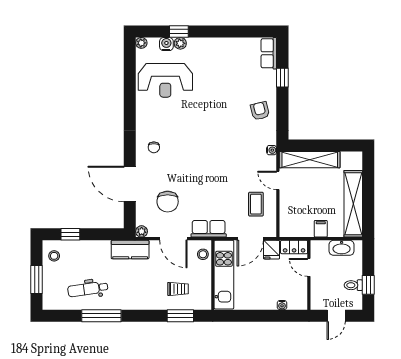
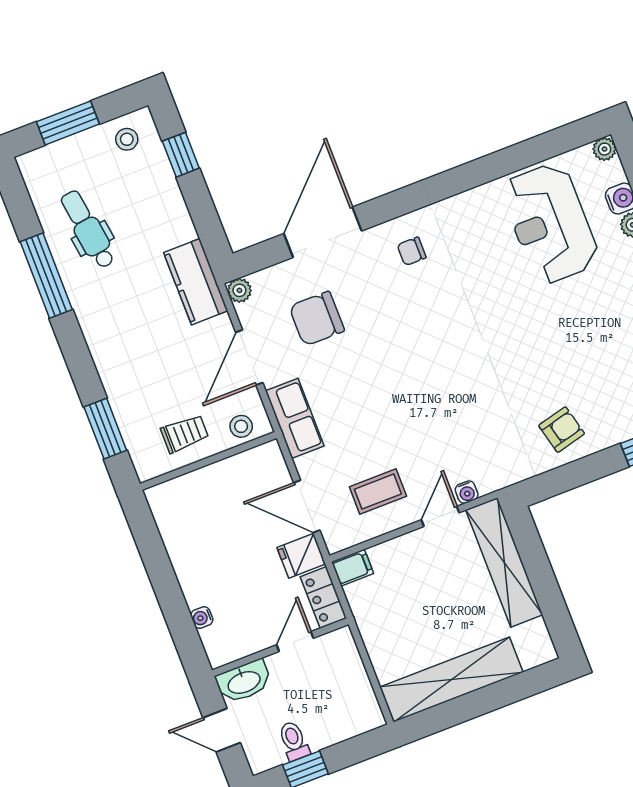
water cooler: (272, 150) -> (467, 492), moved
filing cabinet: (321, 229) -> (352, 568), moved
washbasin: (342, 248) -> (244, 682), moved, turned -90
kitchen unit: (224, 275) -> (217, 482), removed
trolley: (178, 289) -> (185, 434), moved, turned -90

